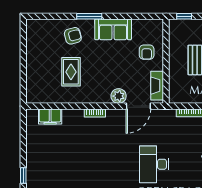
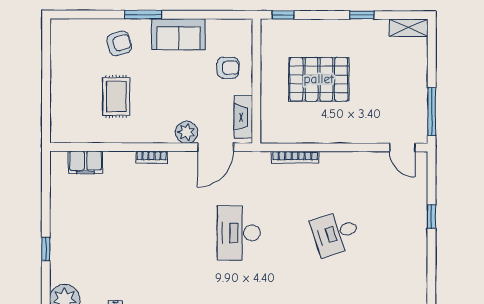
armchair: (147, 52) -> (228, 68), turned -90

